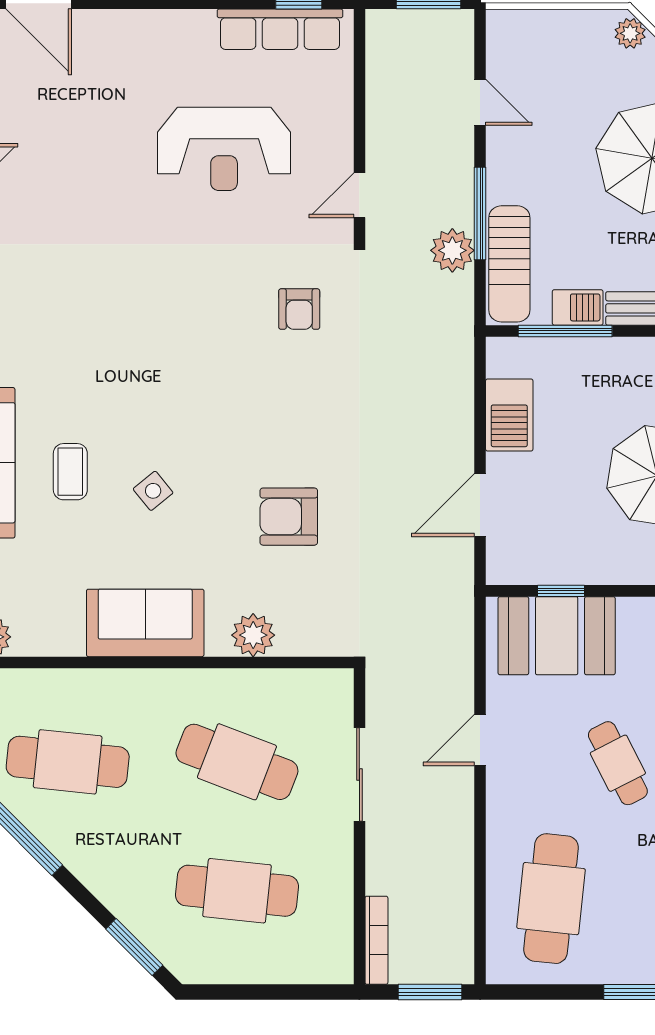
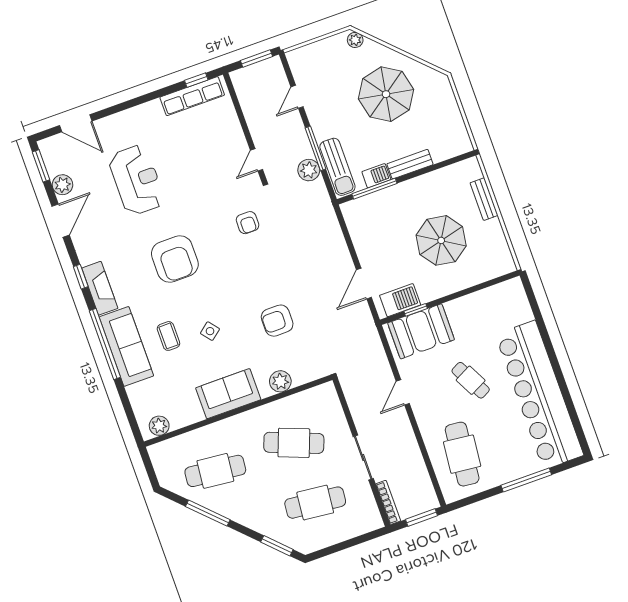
door: (480, 102) -> (297, 97), swing flipped
reception desk: (224, 149) -> (137, 180), moved, turned -90
armchair: (135, 329) -> (175, 259), added
barbecue: (509, 415) -> (400, 300), moved, turned -90
sliding door: (359, 775) -> (363, 457), moved

